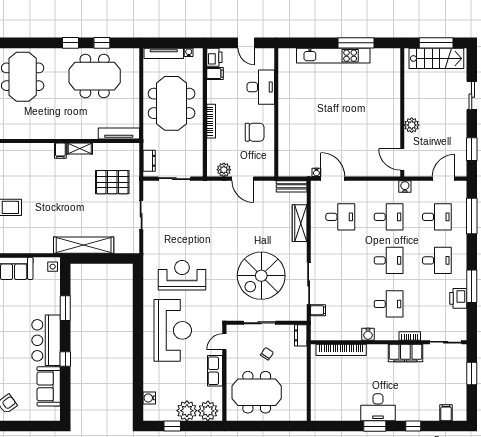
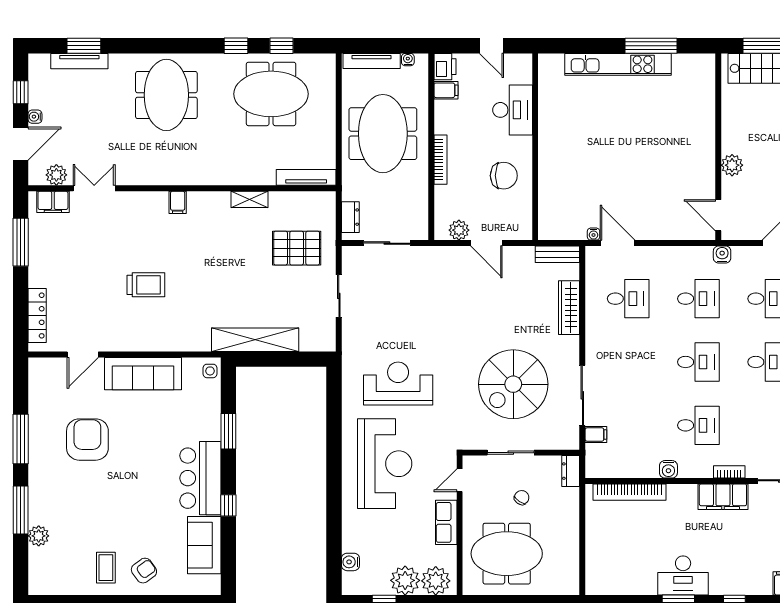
filing cabinet: (60, 151) -> (178, 202), moved

